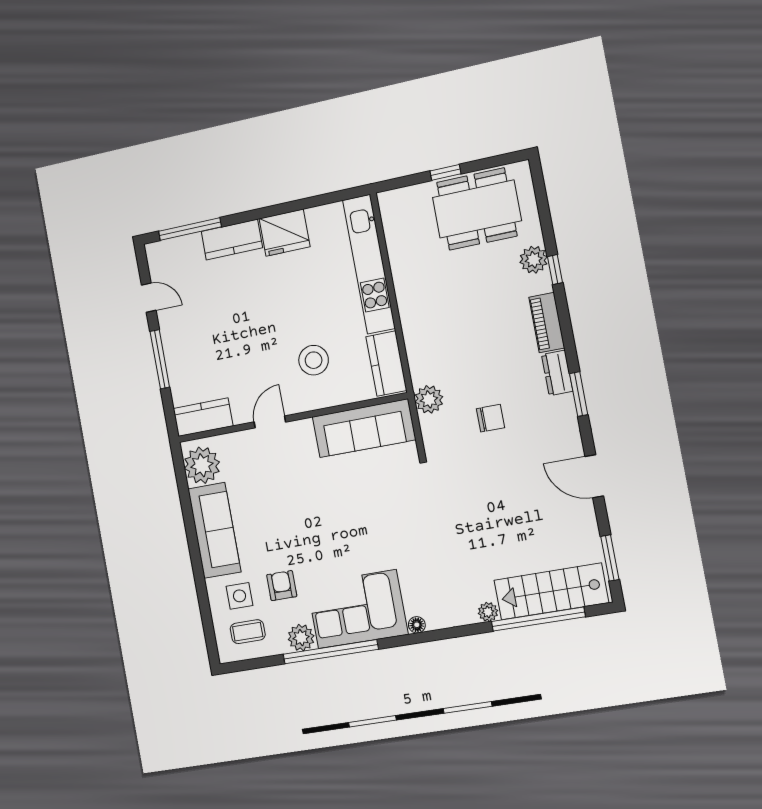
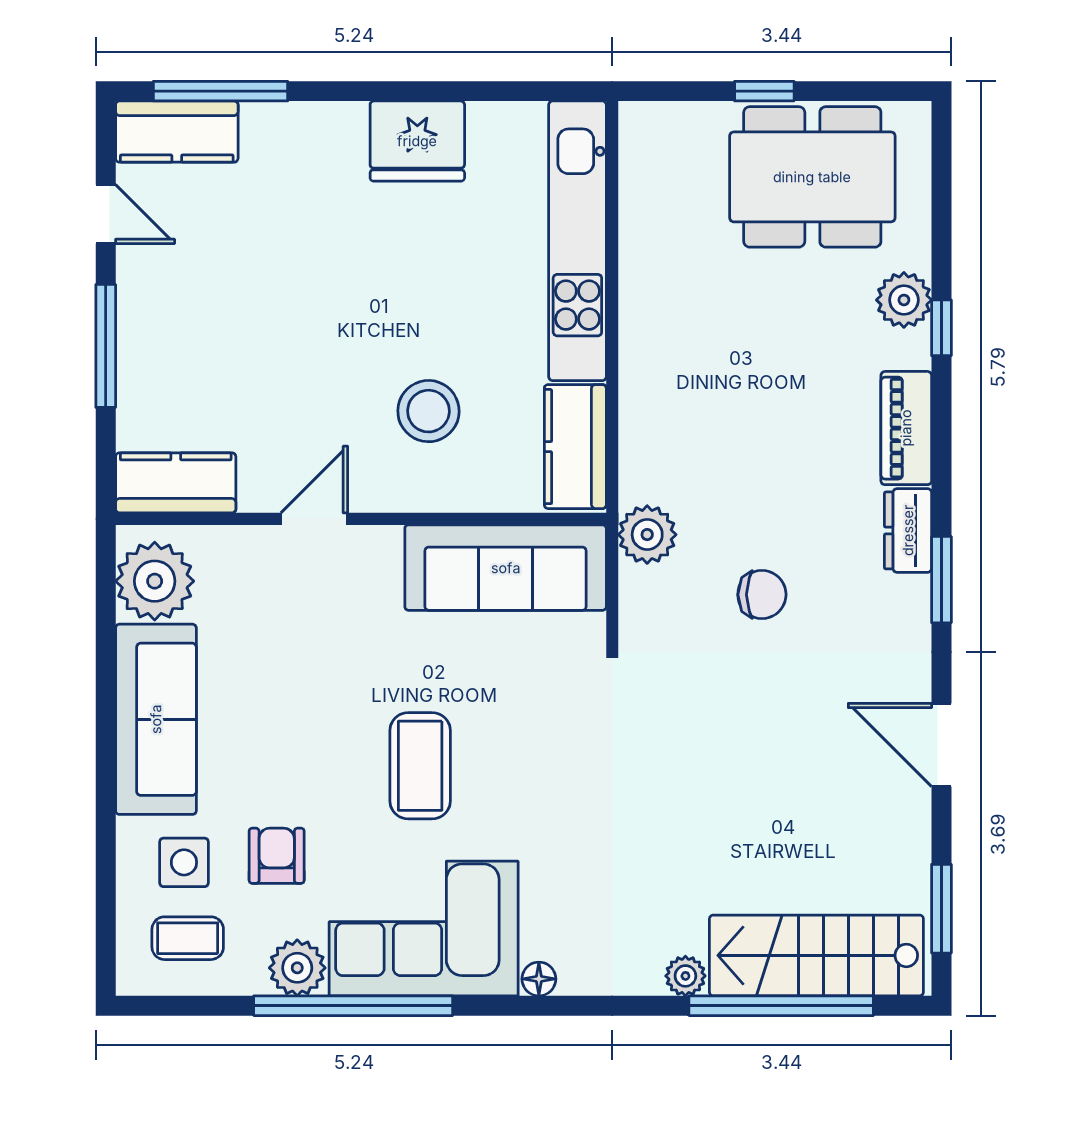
kitchen counter: (232, 240) -> (177, 132), moved
coffee table: (341, 531) -> (420, 766), added

